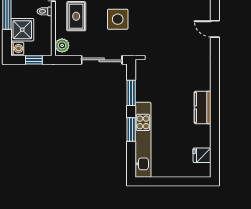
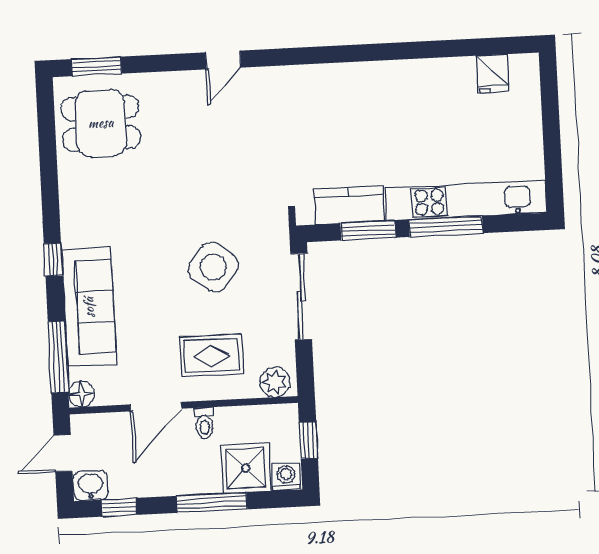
side table: (118, 19) -> (213, 267), turned 38
kitchen counter: (203, 107) -> (349, 205), moved, turned 180
window: (131, 130) -> (446, 227), width x1.44

